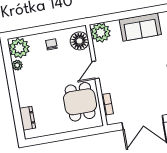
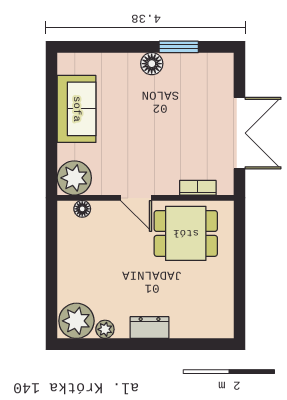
floor lamp: (79, 41) -> (82, 209), width x0.53, depth x0.53
chair: (51, 44) -> (80, 265), removed
dresser: (27, 118) -> (150, 328), moved

